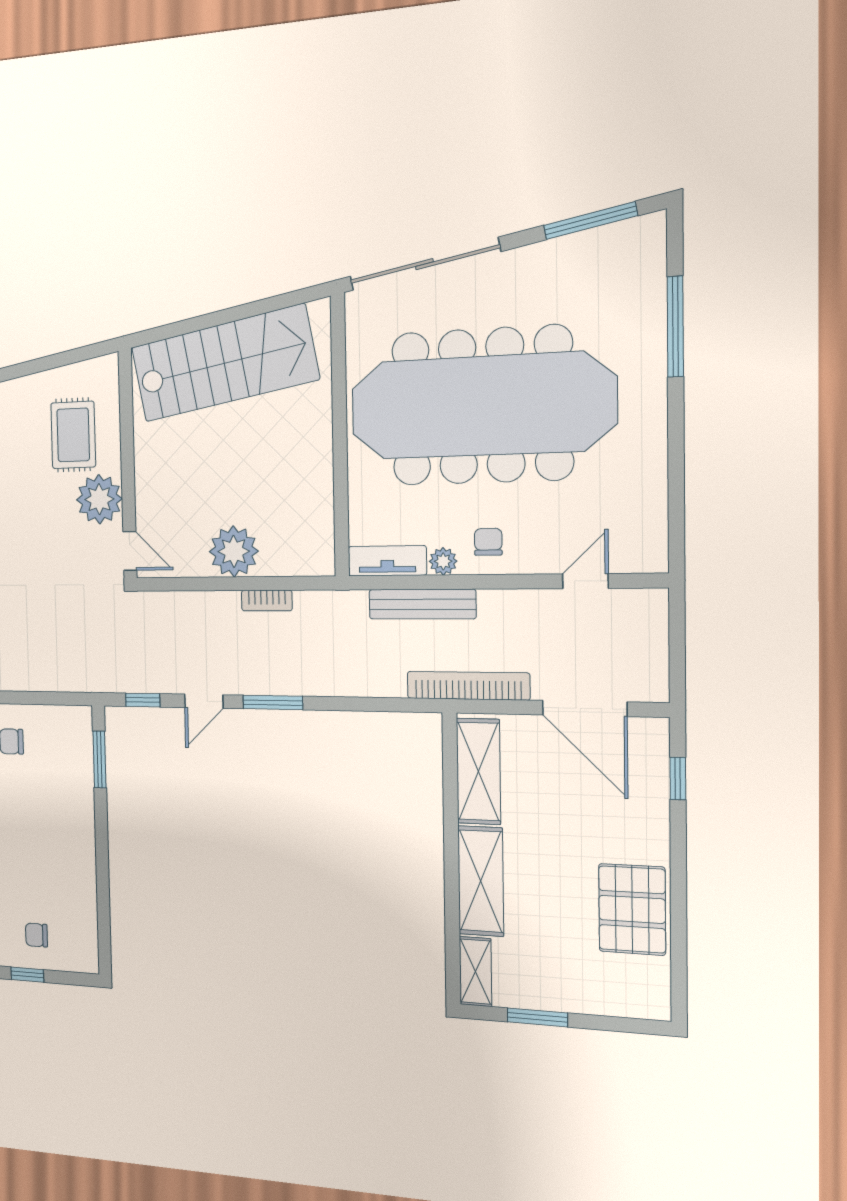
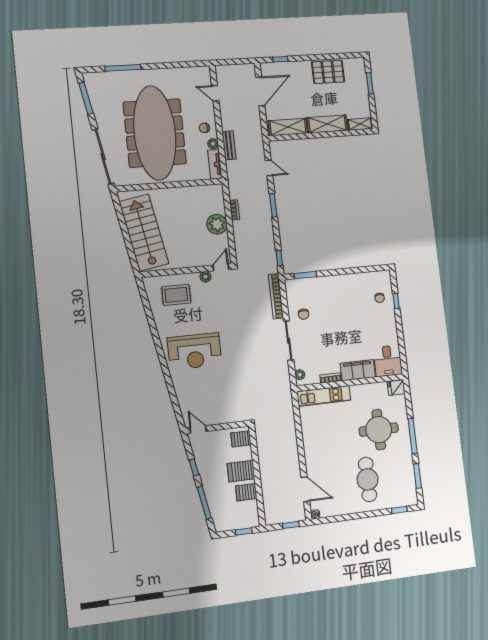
plant: (99, 499) -> (205, 277), width x0.53, depth x0.53
bench: (422, 604) -> (229, 145), width x0.73
bookcase: (468, 686) -> (276, 296), moved
door: (204, 701) -> (269, 168), moved
window: (537, 1017) -> (370, 83), moved

